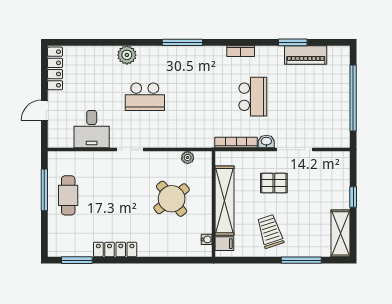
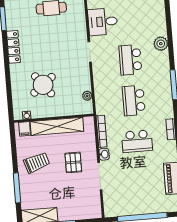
school desk: (199, 97) -> (134, 100), added
round table: (172, 199) -> (43, 85), moved

